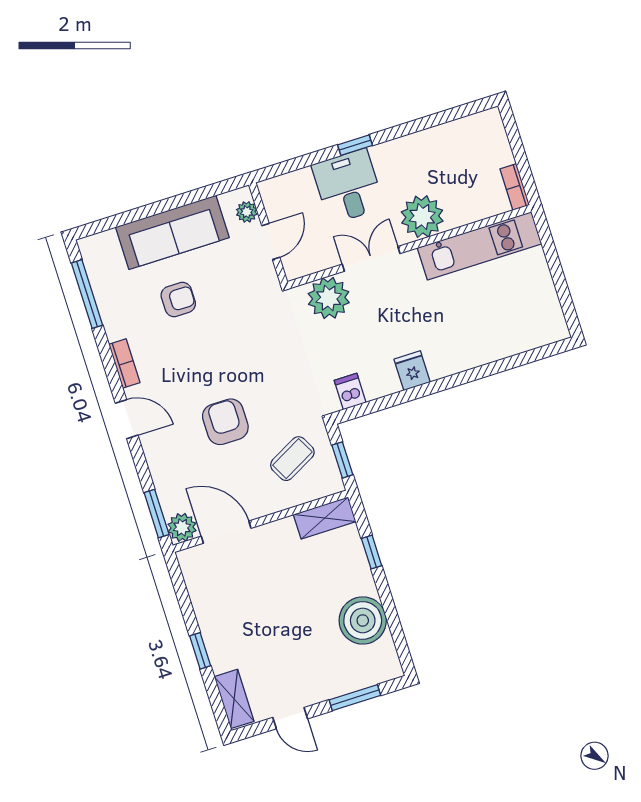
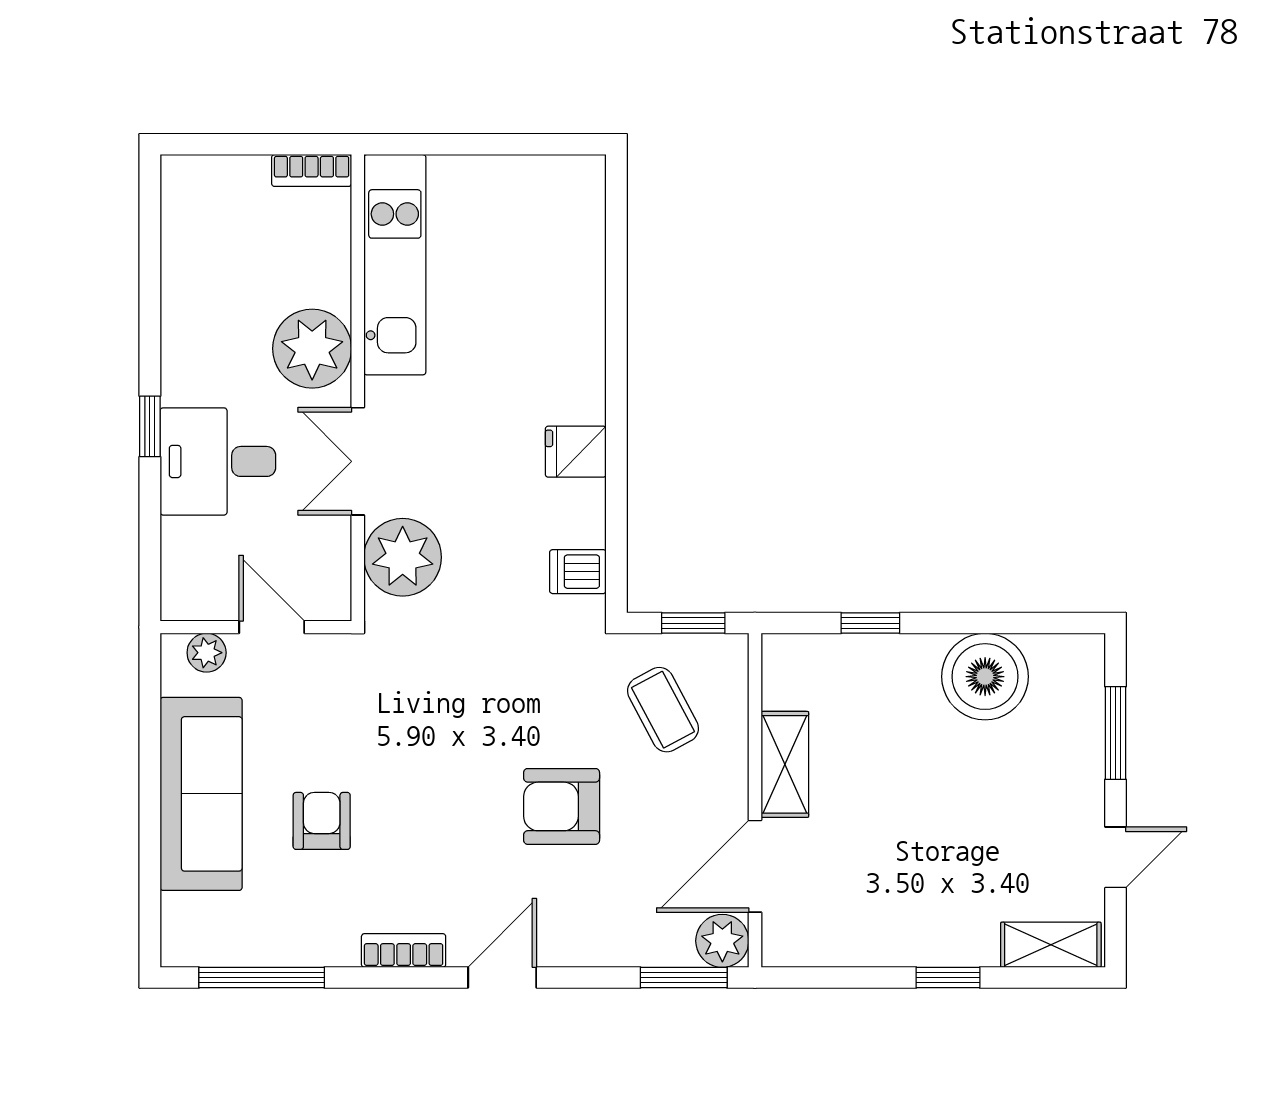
shelving: (325, 518) -> (785, 764), moved

